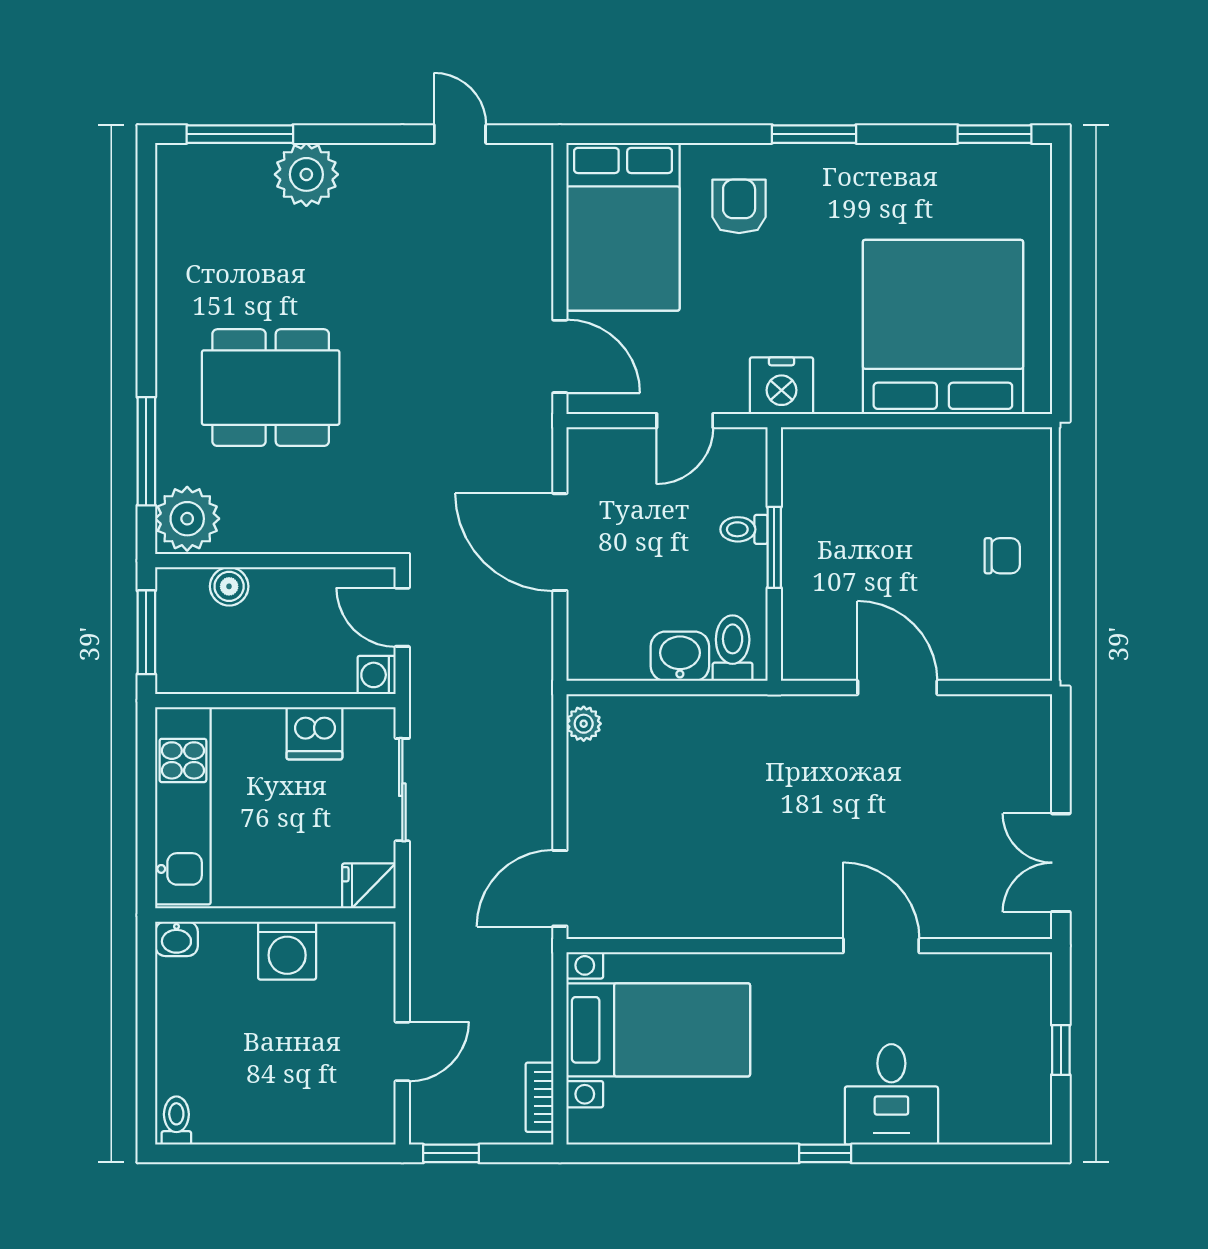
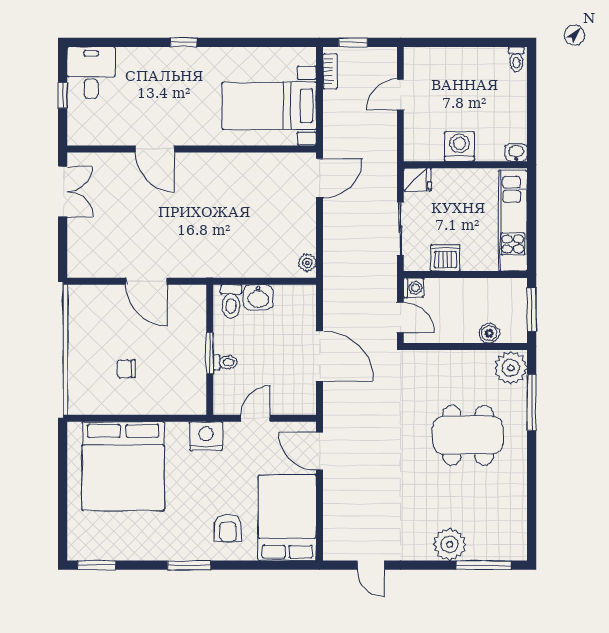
chair: (1002, 556) -> (126, 369), moved
desk: (891, 1094) -> (91, 73), moved
window: (451, 1153) -> (353, 42), moved

